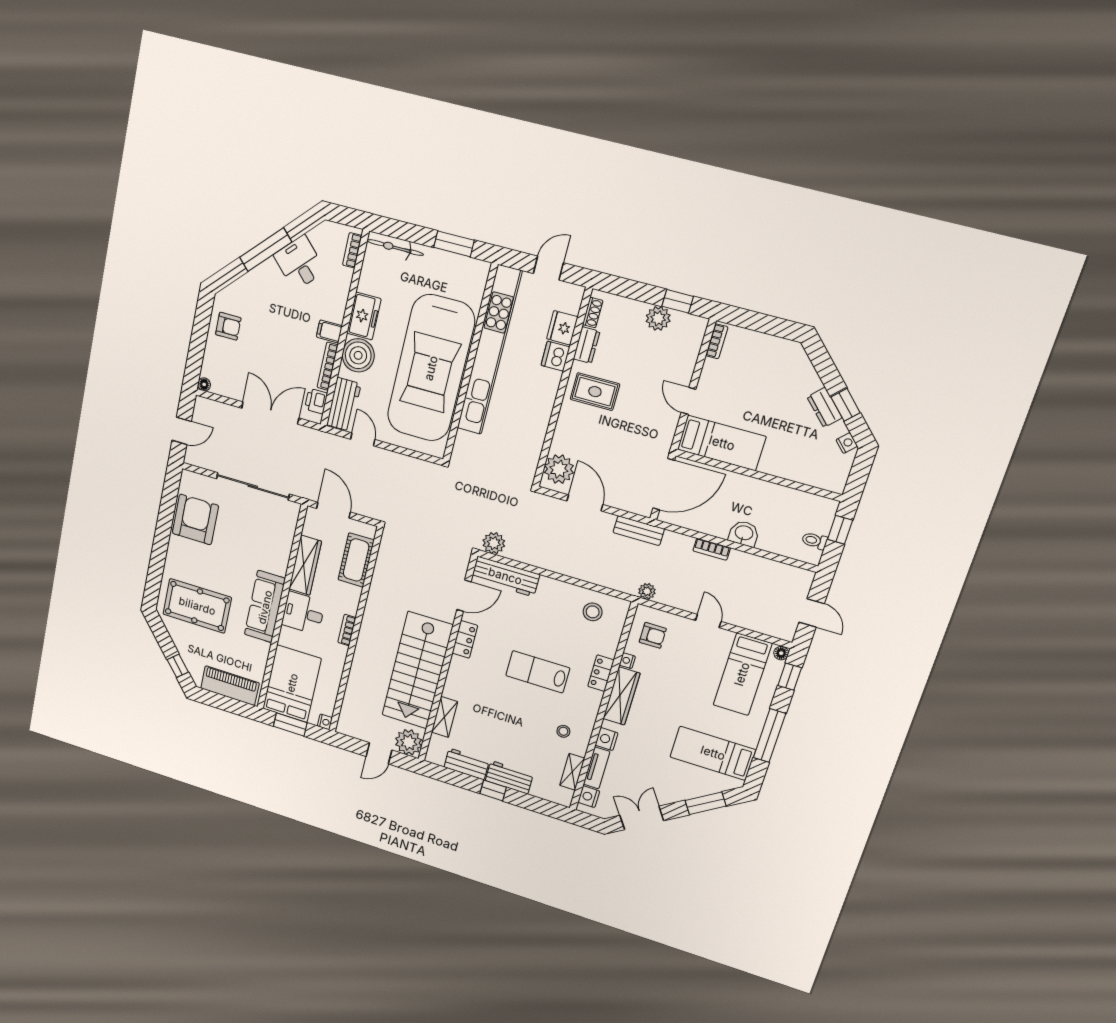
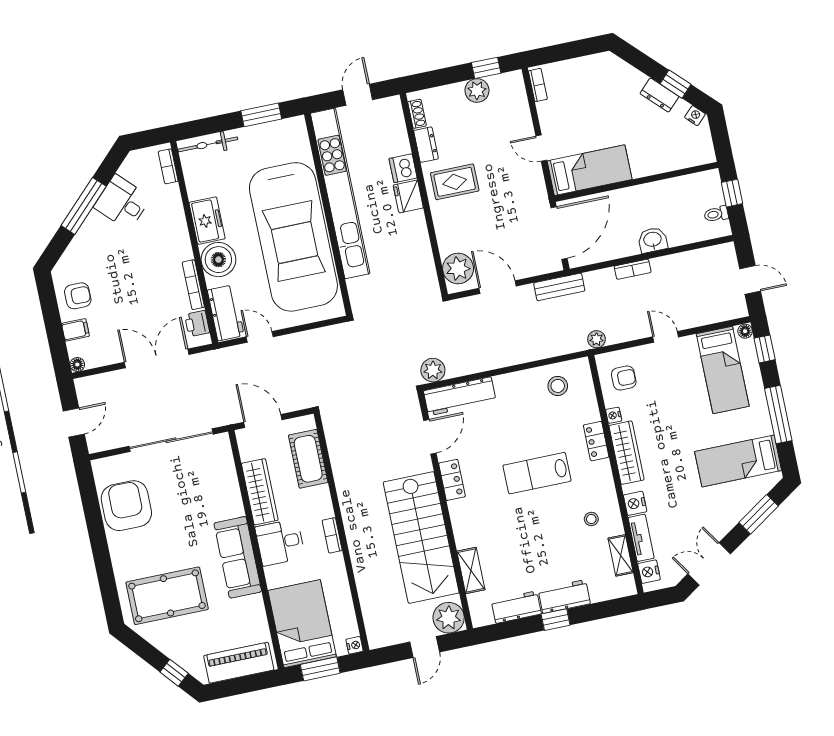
fridge: (562, 328) -> (408, 196), moved
filing cabinet: (329, 331) -> (75, 330), moved, turned 180

